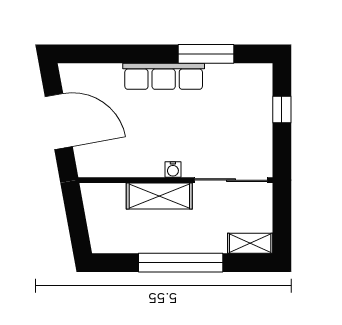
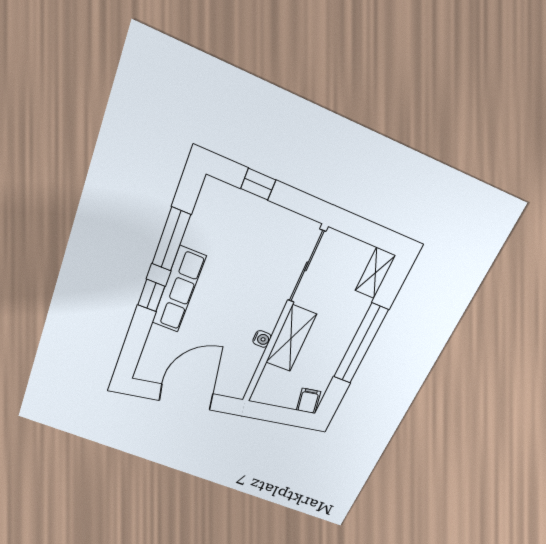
window: (148, 54) -> (151, 296), added
water cooler: (173, 169) -> (262, 339), moved
filing cabinet: (103, 241) -> (309, 401), added

